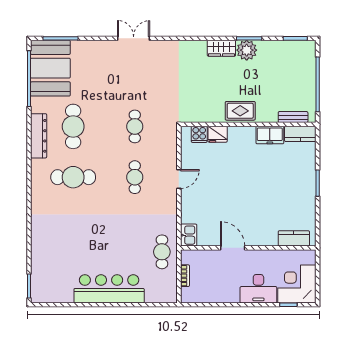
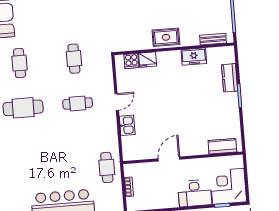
cafe table: (73, 126) -> (20, 63), width x0.73, depth x0.74
kitchen counter: (300, 134) -> (230, 78), moved, turned 90
cafe table: (135, 177) -> (78, 103), turned 90
kitchen sink: (189, 235) -> (127, 125), moved
door: (233, 248) -> (169, 159), hinge flipped

